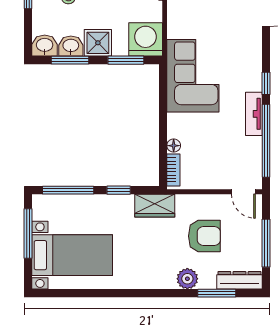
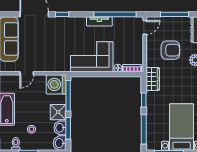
window: (126, 60) -> (68, 96), width x1.44
corner sofa: (193, 76) -> (92, 57), moved
window: (266, 83) -> (62, 14), moved
armchair: (204, 236) -> (170, 50), turned 90

